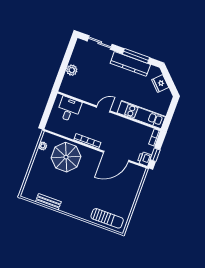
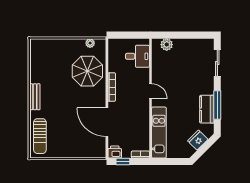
kitchen counter: (130, 64) -> (207, 109), width x0.67
plant: (72, 70) -> (167, 45), moved
bench: (48, 202) -> (35, 97), moved

